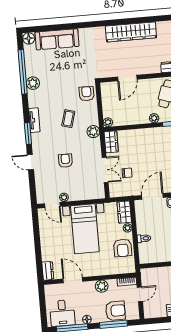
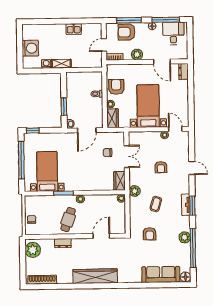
armchair: (87, 94) -> (150, 234), moved
window: (28, 133) -> (192, 206), moved
double door: (105, 170) -> (127, 157), swing flipped

